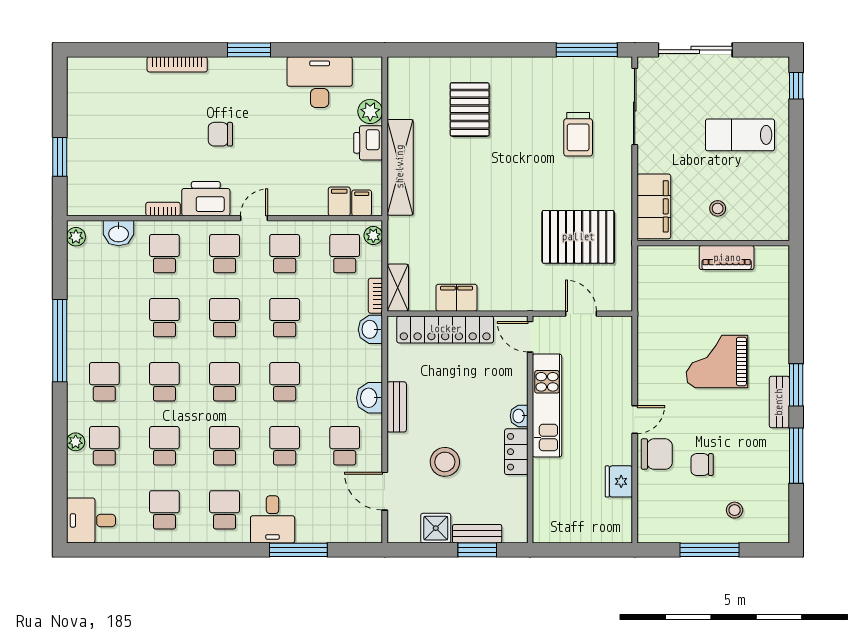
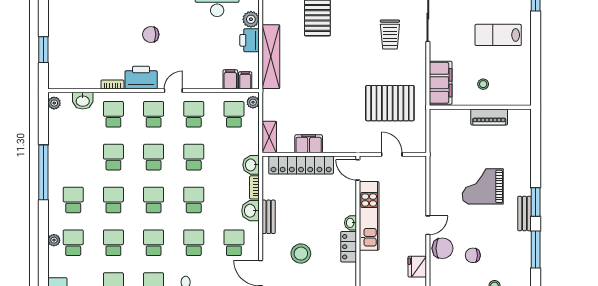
bookcase: (375, 296) -> (254, 187), moved

